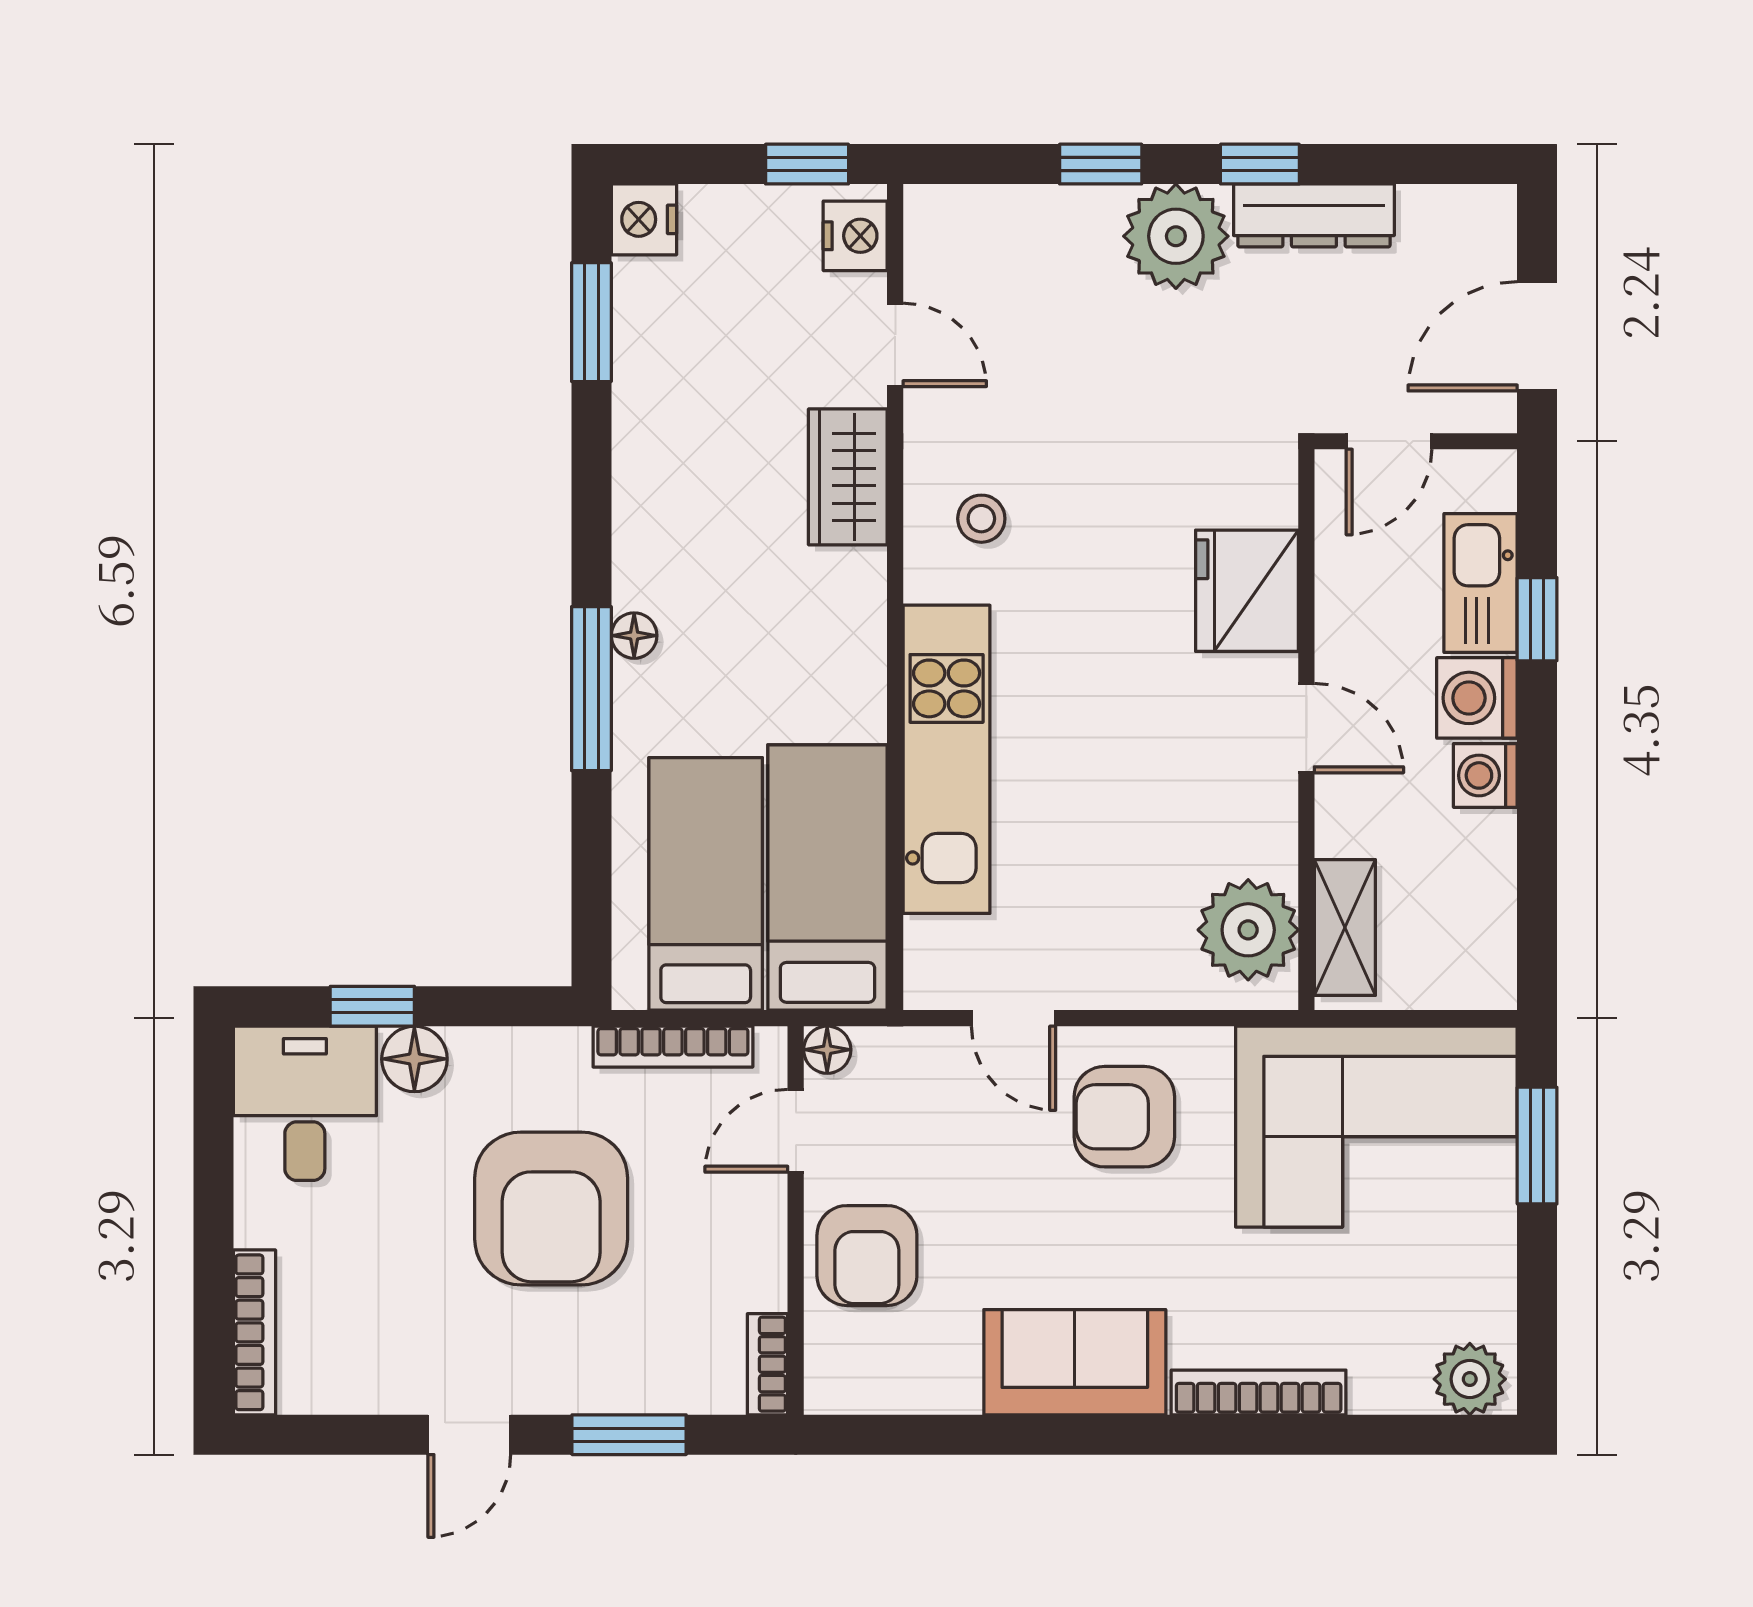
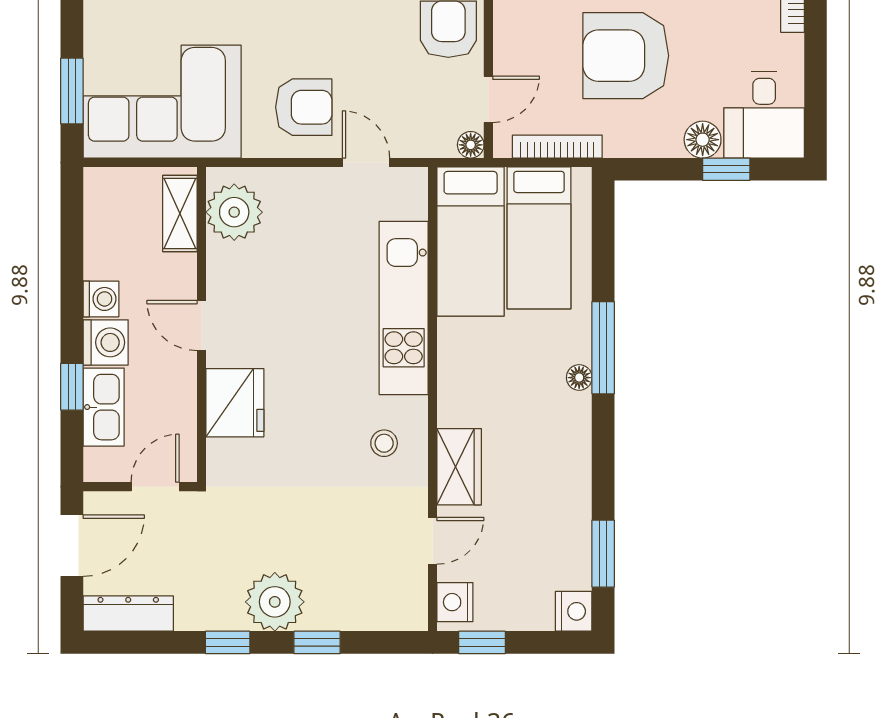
dresser: (1314, 215) -> (128, 614), moved
door: (895, 345) -> (433, 541), swing flipped
armchair: (551, 1208) -> (626, 56), turned -90

